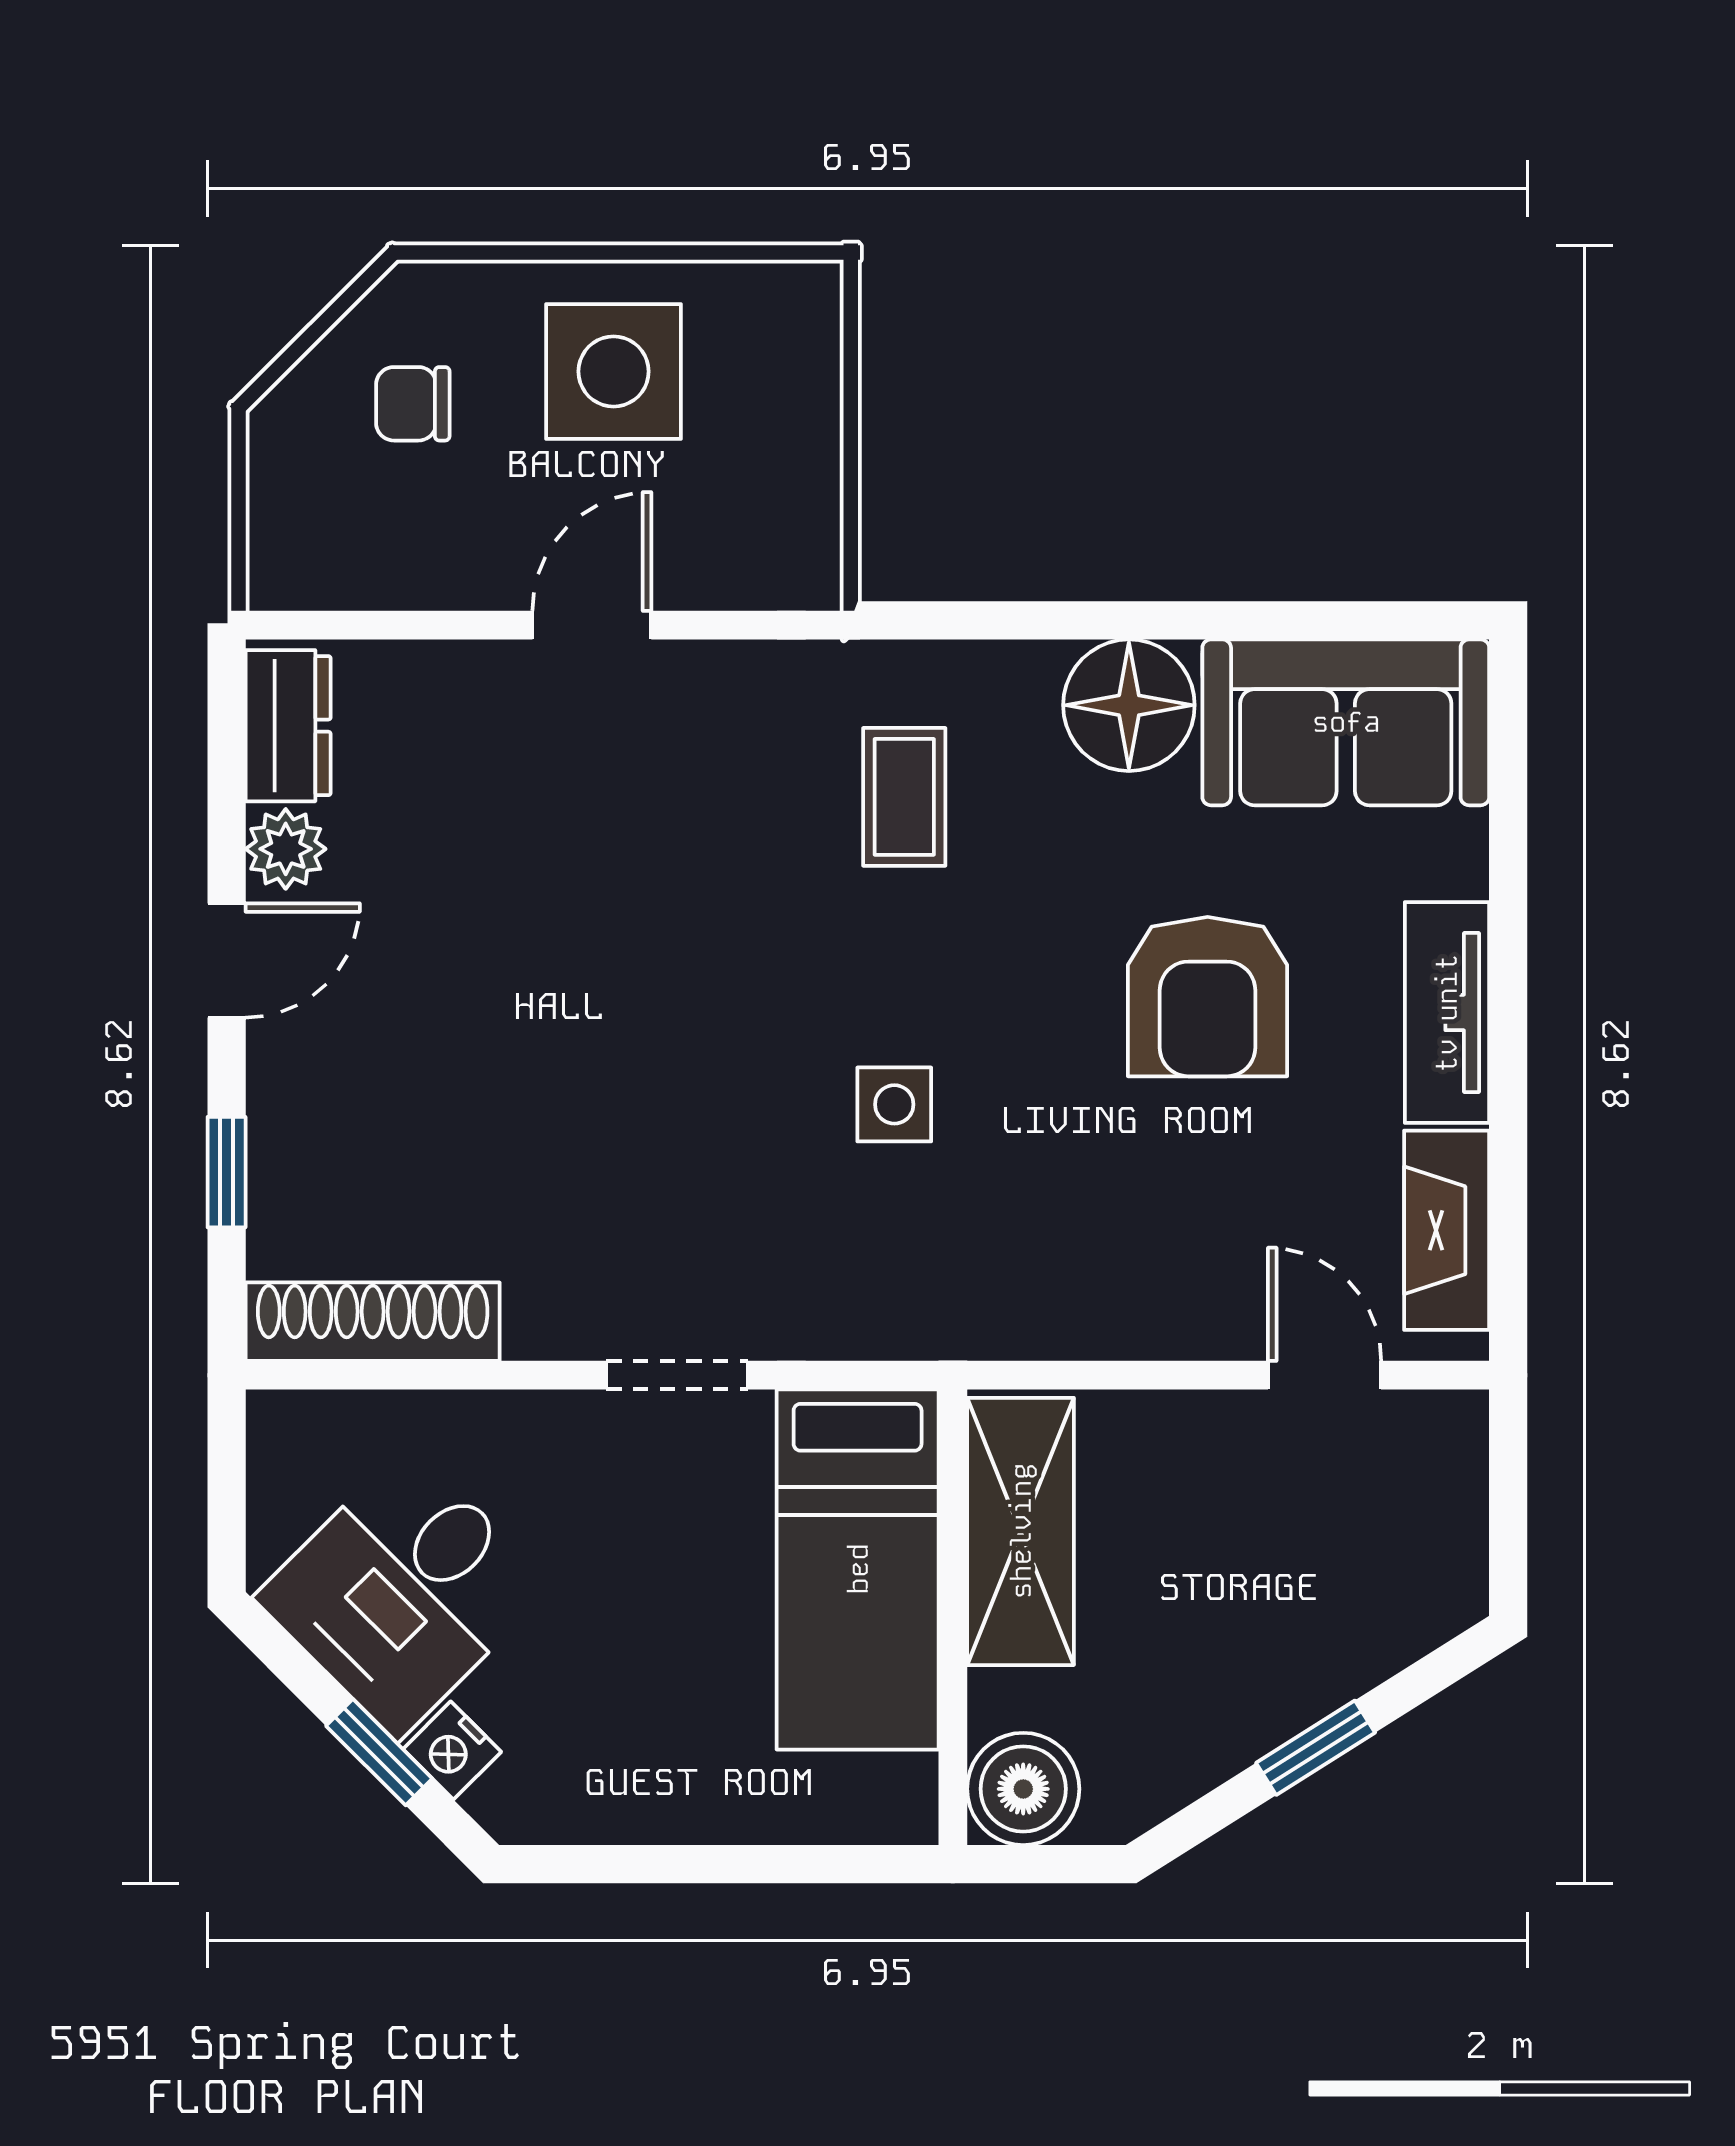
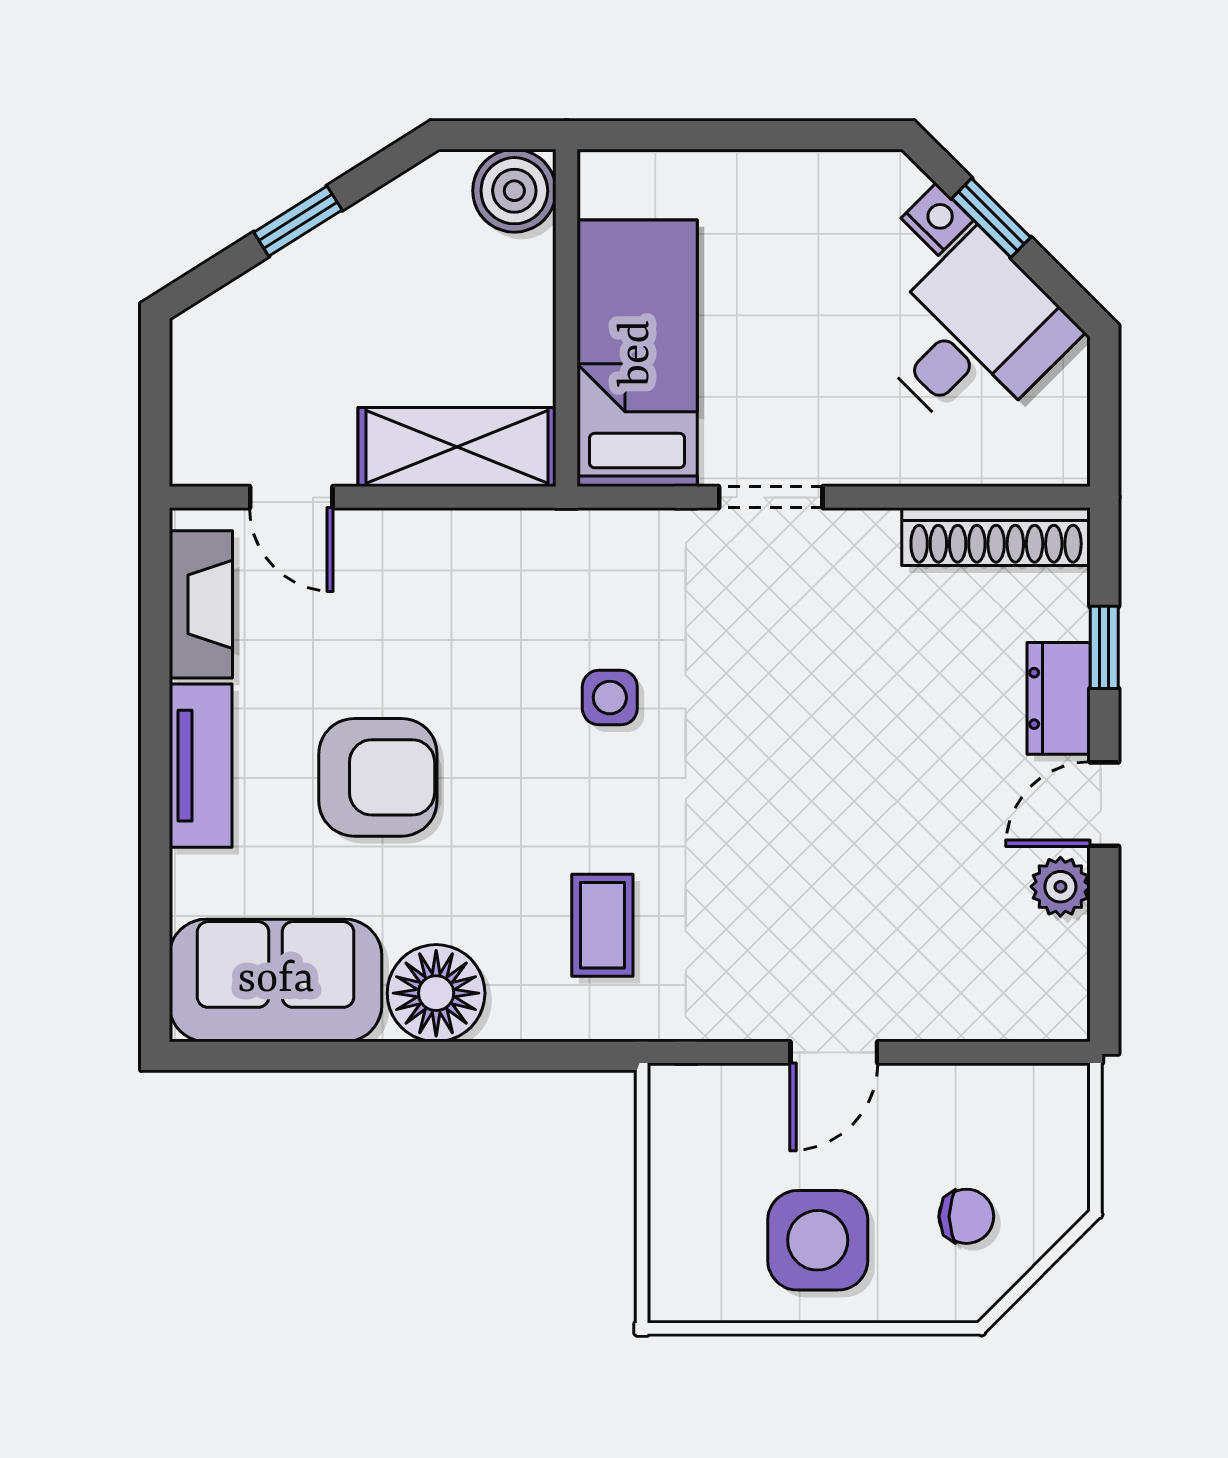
dresser: (288, 726) -> (1059, 698), moved
armchair: (1208, 997) -> (378, 777), turned 90
shelving: (1021, 1531) -> (457, 447), moved, turned 90

